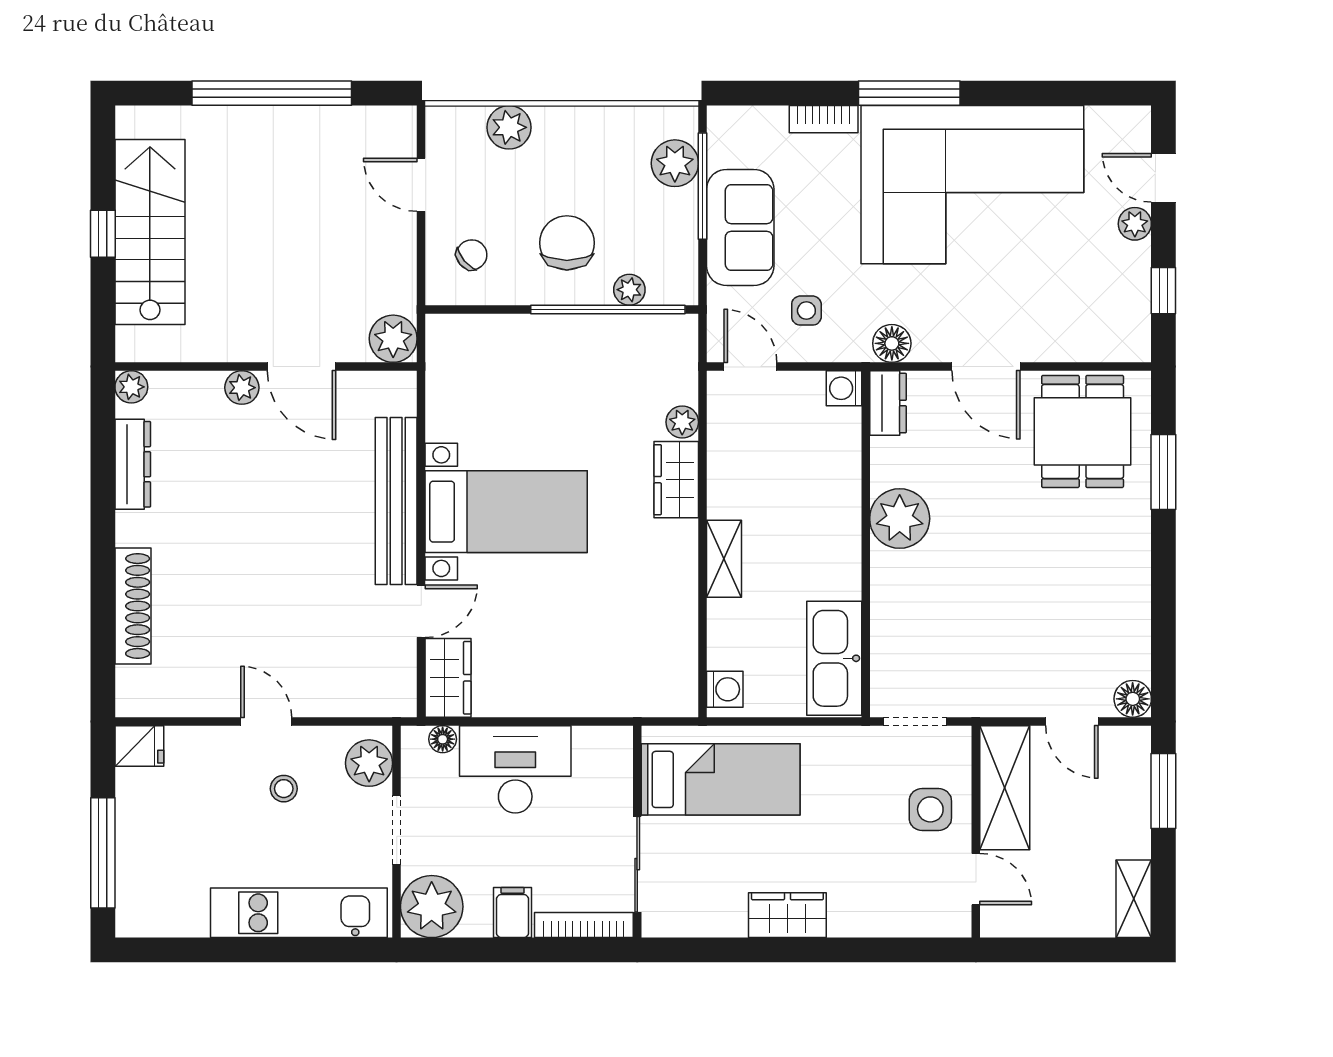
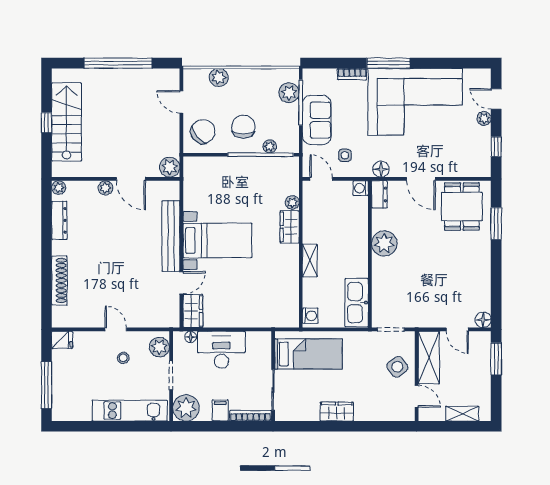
chair: (472, 255) -> (203, 132), width x1.87, depth x1.87
side table: (930, 809) -> (397, 367), turned -37
shelving: (1134, 899) -> (462, 414), moved, turned 90

